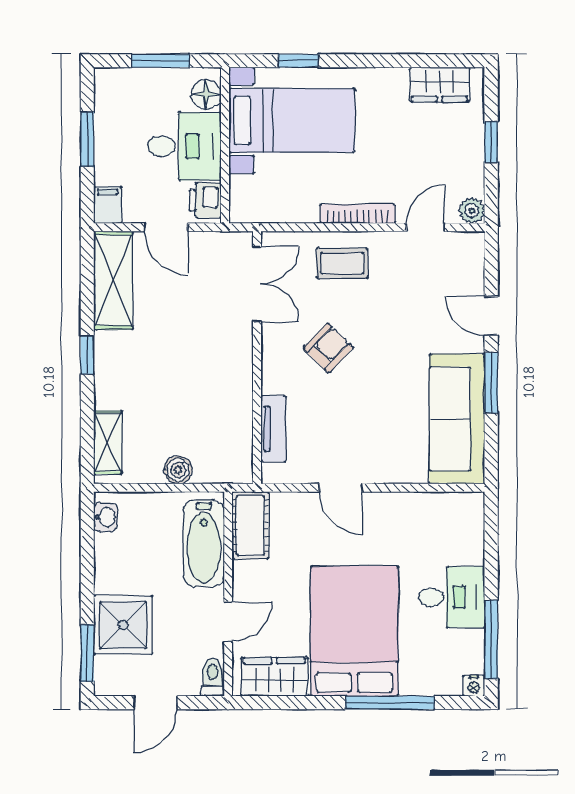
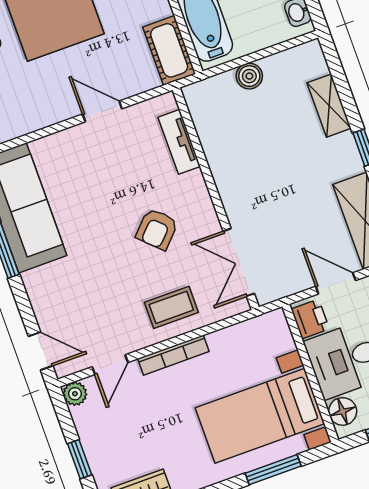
window: (298, 61) -> (273, 470), width x1.50
door: (491, 316) -> (41, 351), moved
shelving: (108, 442) -> (329, 106), moved

